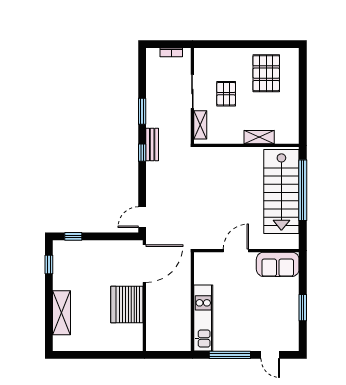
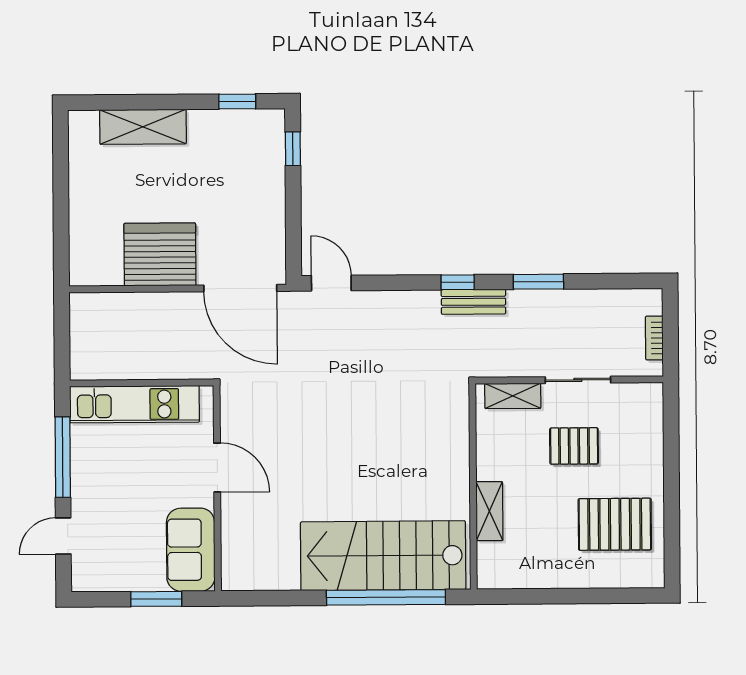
door: (236, 251) -> (217, 468), moved
wall: (246, 251) -> (217, 488), moved
sofa: (278, 264) -> (191, 550), moved

